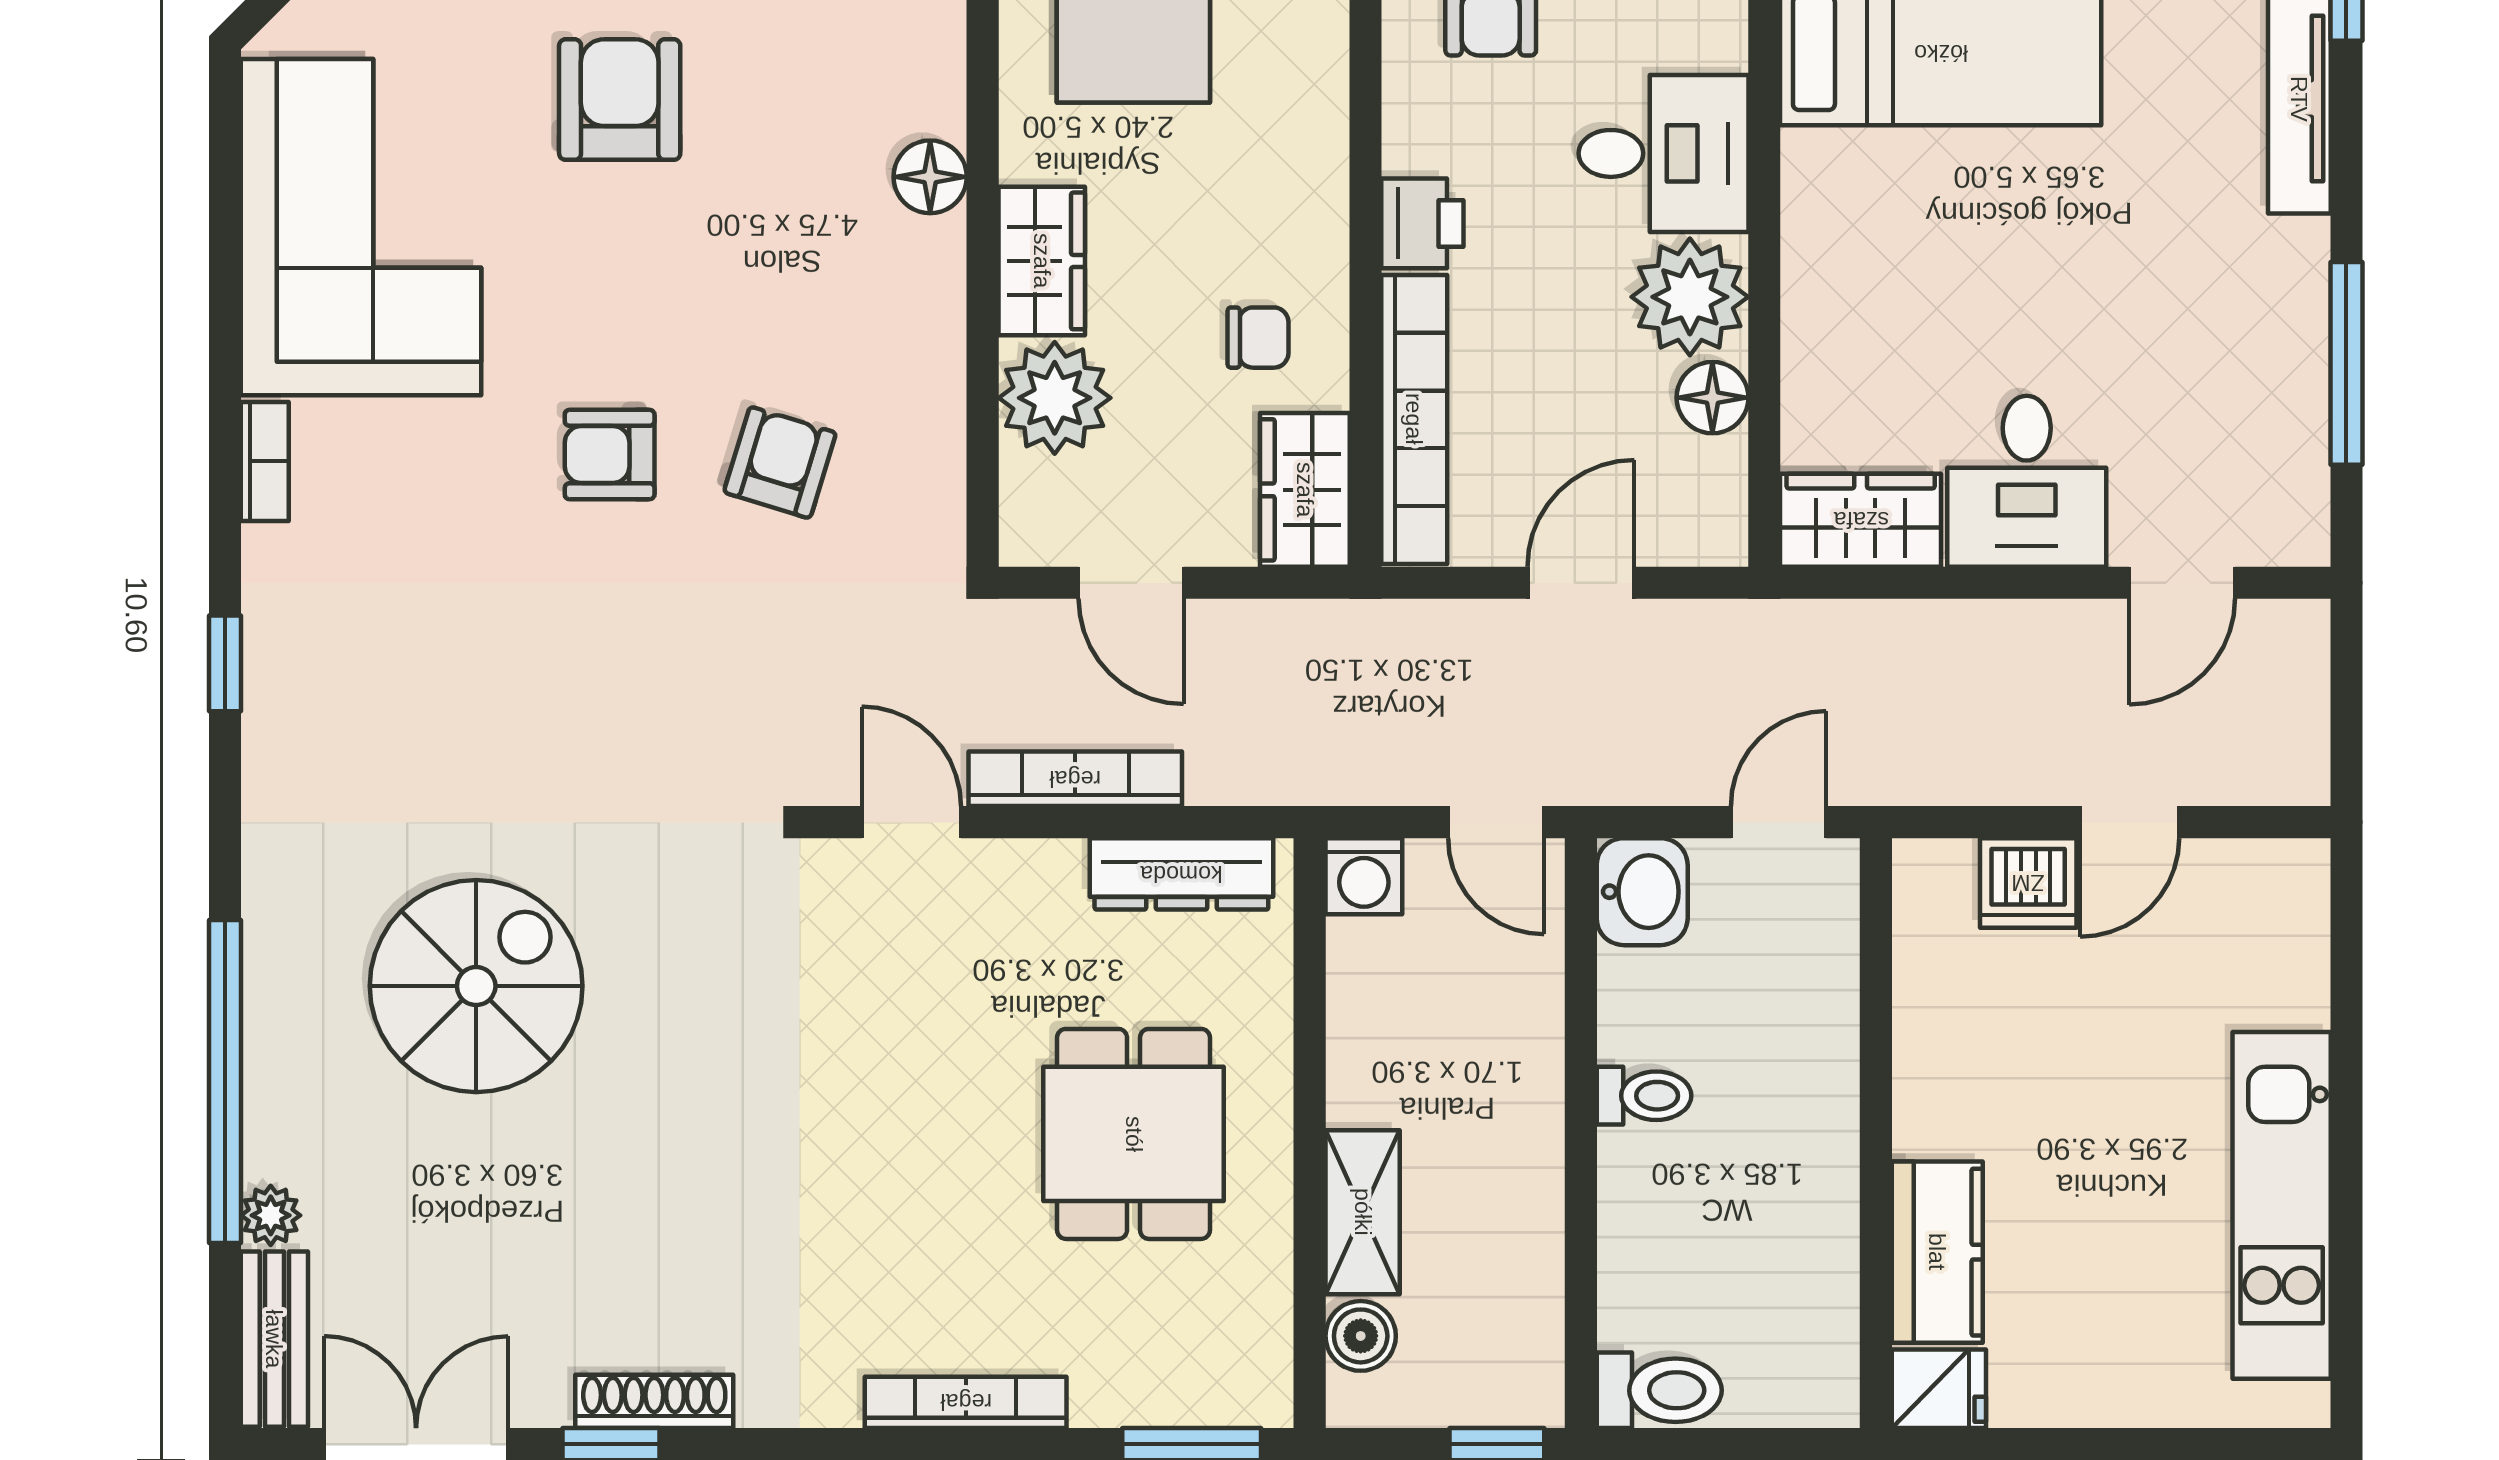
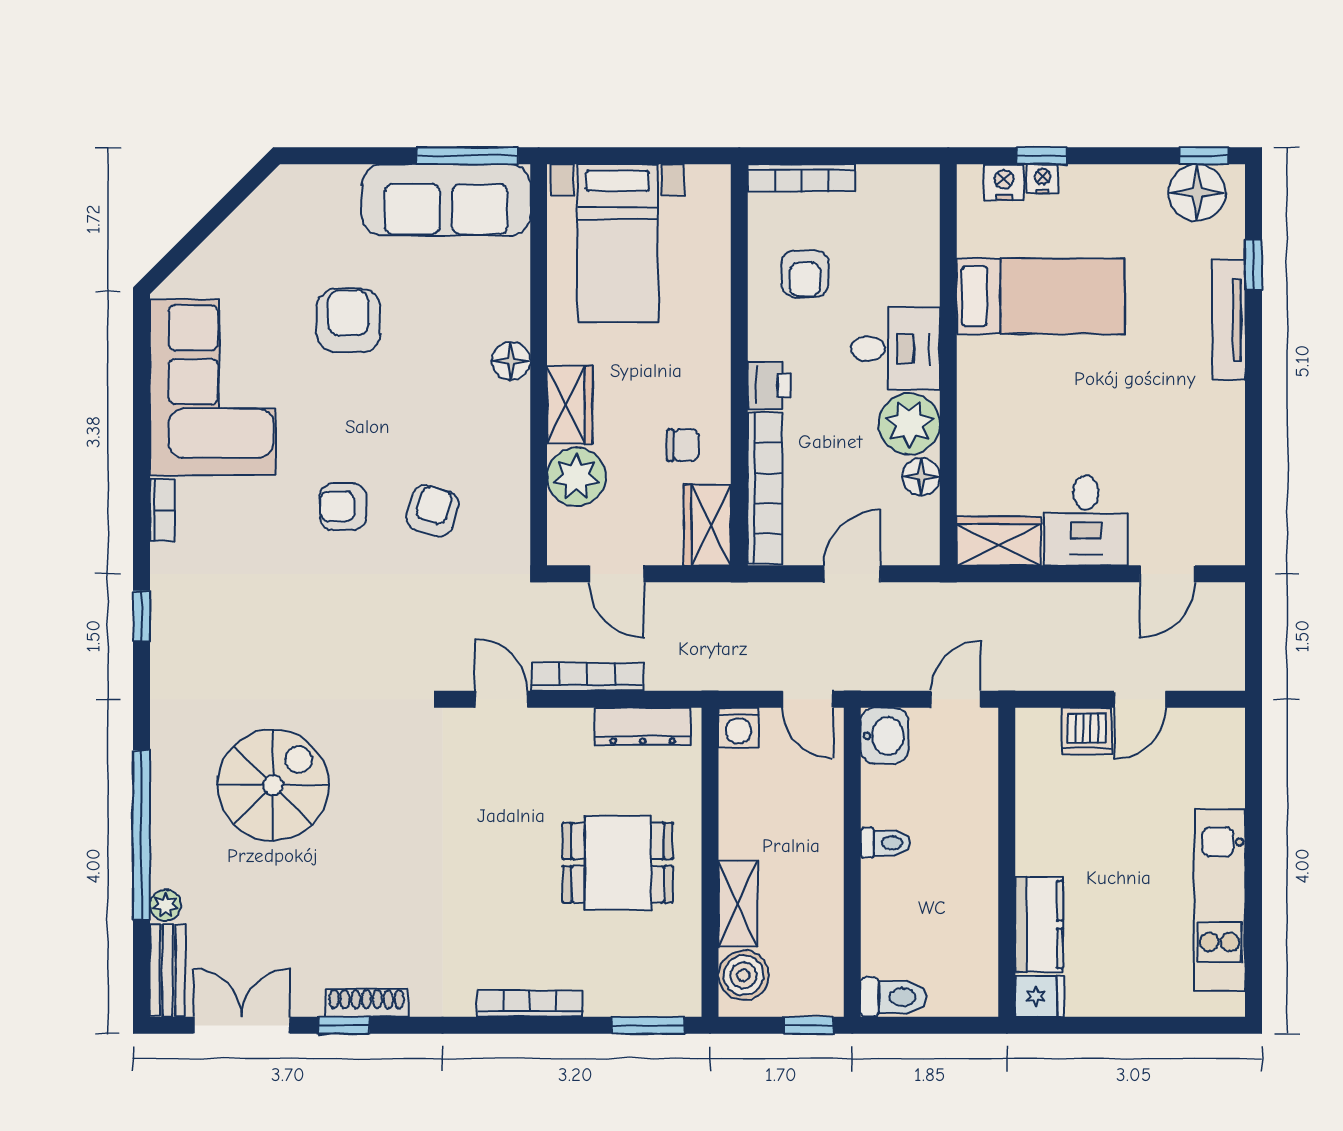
window: (2346, 363) -> (1254, 459), removed
dining table: (1134, 1134) -> (618, 863), turned 90
boiler: (1361, 1336) -> (743, 975), width x1.36, depth x1.36

